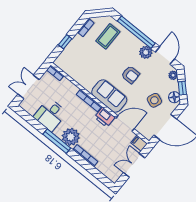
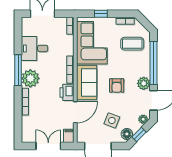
corner sofa: (82, 67) -> (92, 43), added
door: (125, 123) -> (75, 112), hinge flipped

